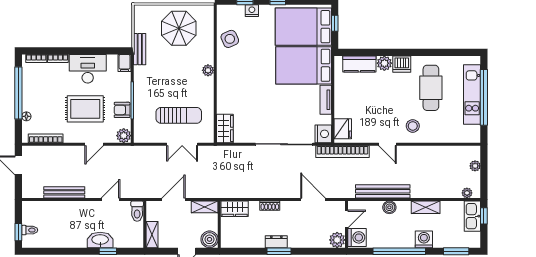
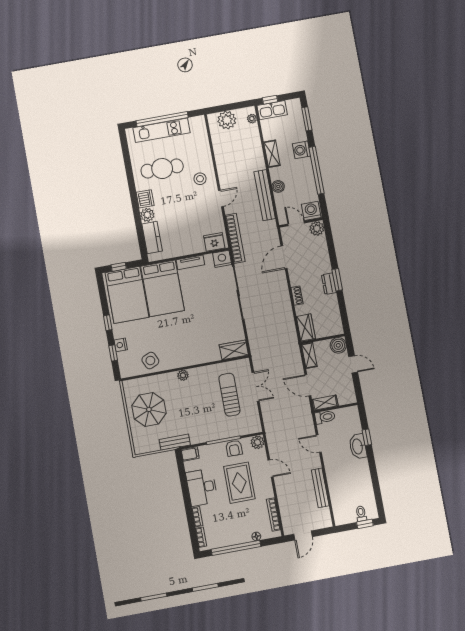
plant: (475, 166) -> (227, 120), width x1.88, depth x1.88
shelving: (152, 235) -> (325, 403), moved

